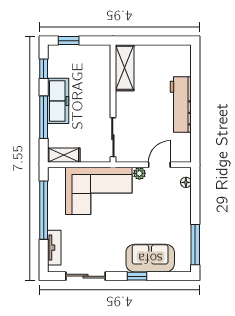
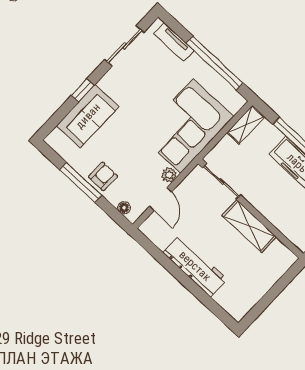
shelving: (125, 68) -> (249, 226), moved
armchair: (179, 214) -> (103, 176), added
window: (195, 245) -> (81, 182), moved

